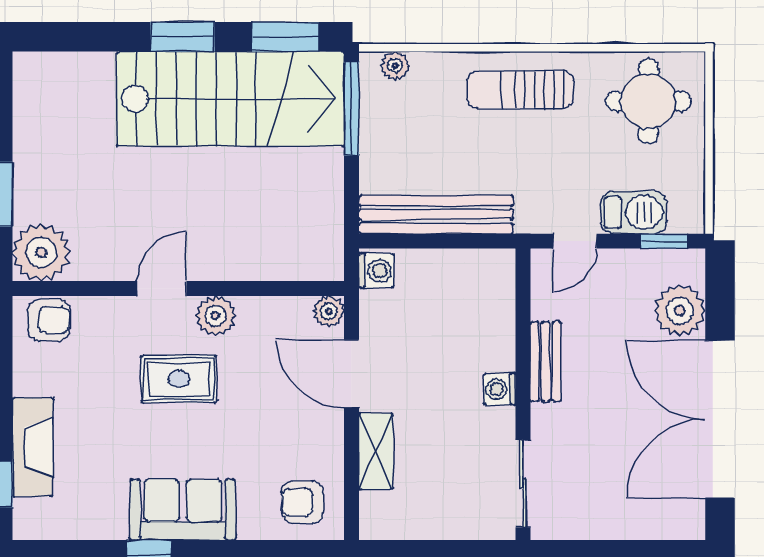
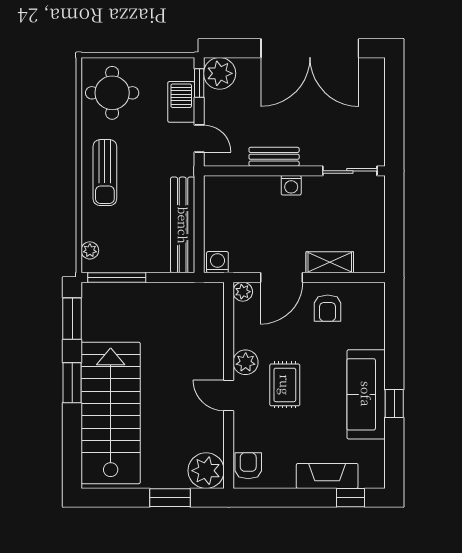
stairs: (230, 99) -> (111, 413), moved
plant: (680, 311) -> (220, 73), moved
armchair: (302, 502) -> (328, 308), moved
sofa: (183, 510) -> (366, 394), width x1.36

